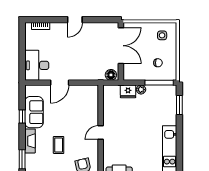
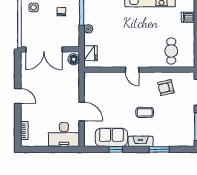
double door: (121, 46) -> (44, 49), swing flipped
fridge: (128, 91) -> (90, 53), moved

